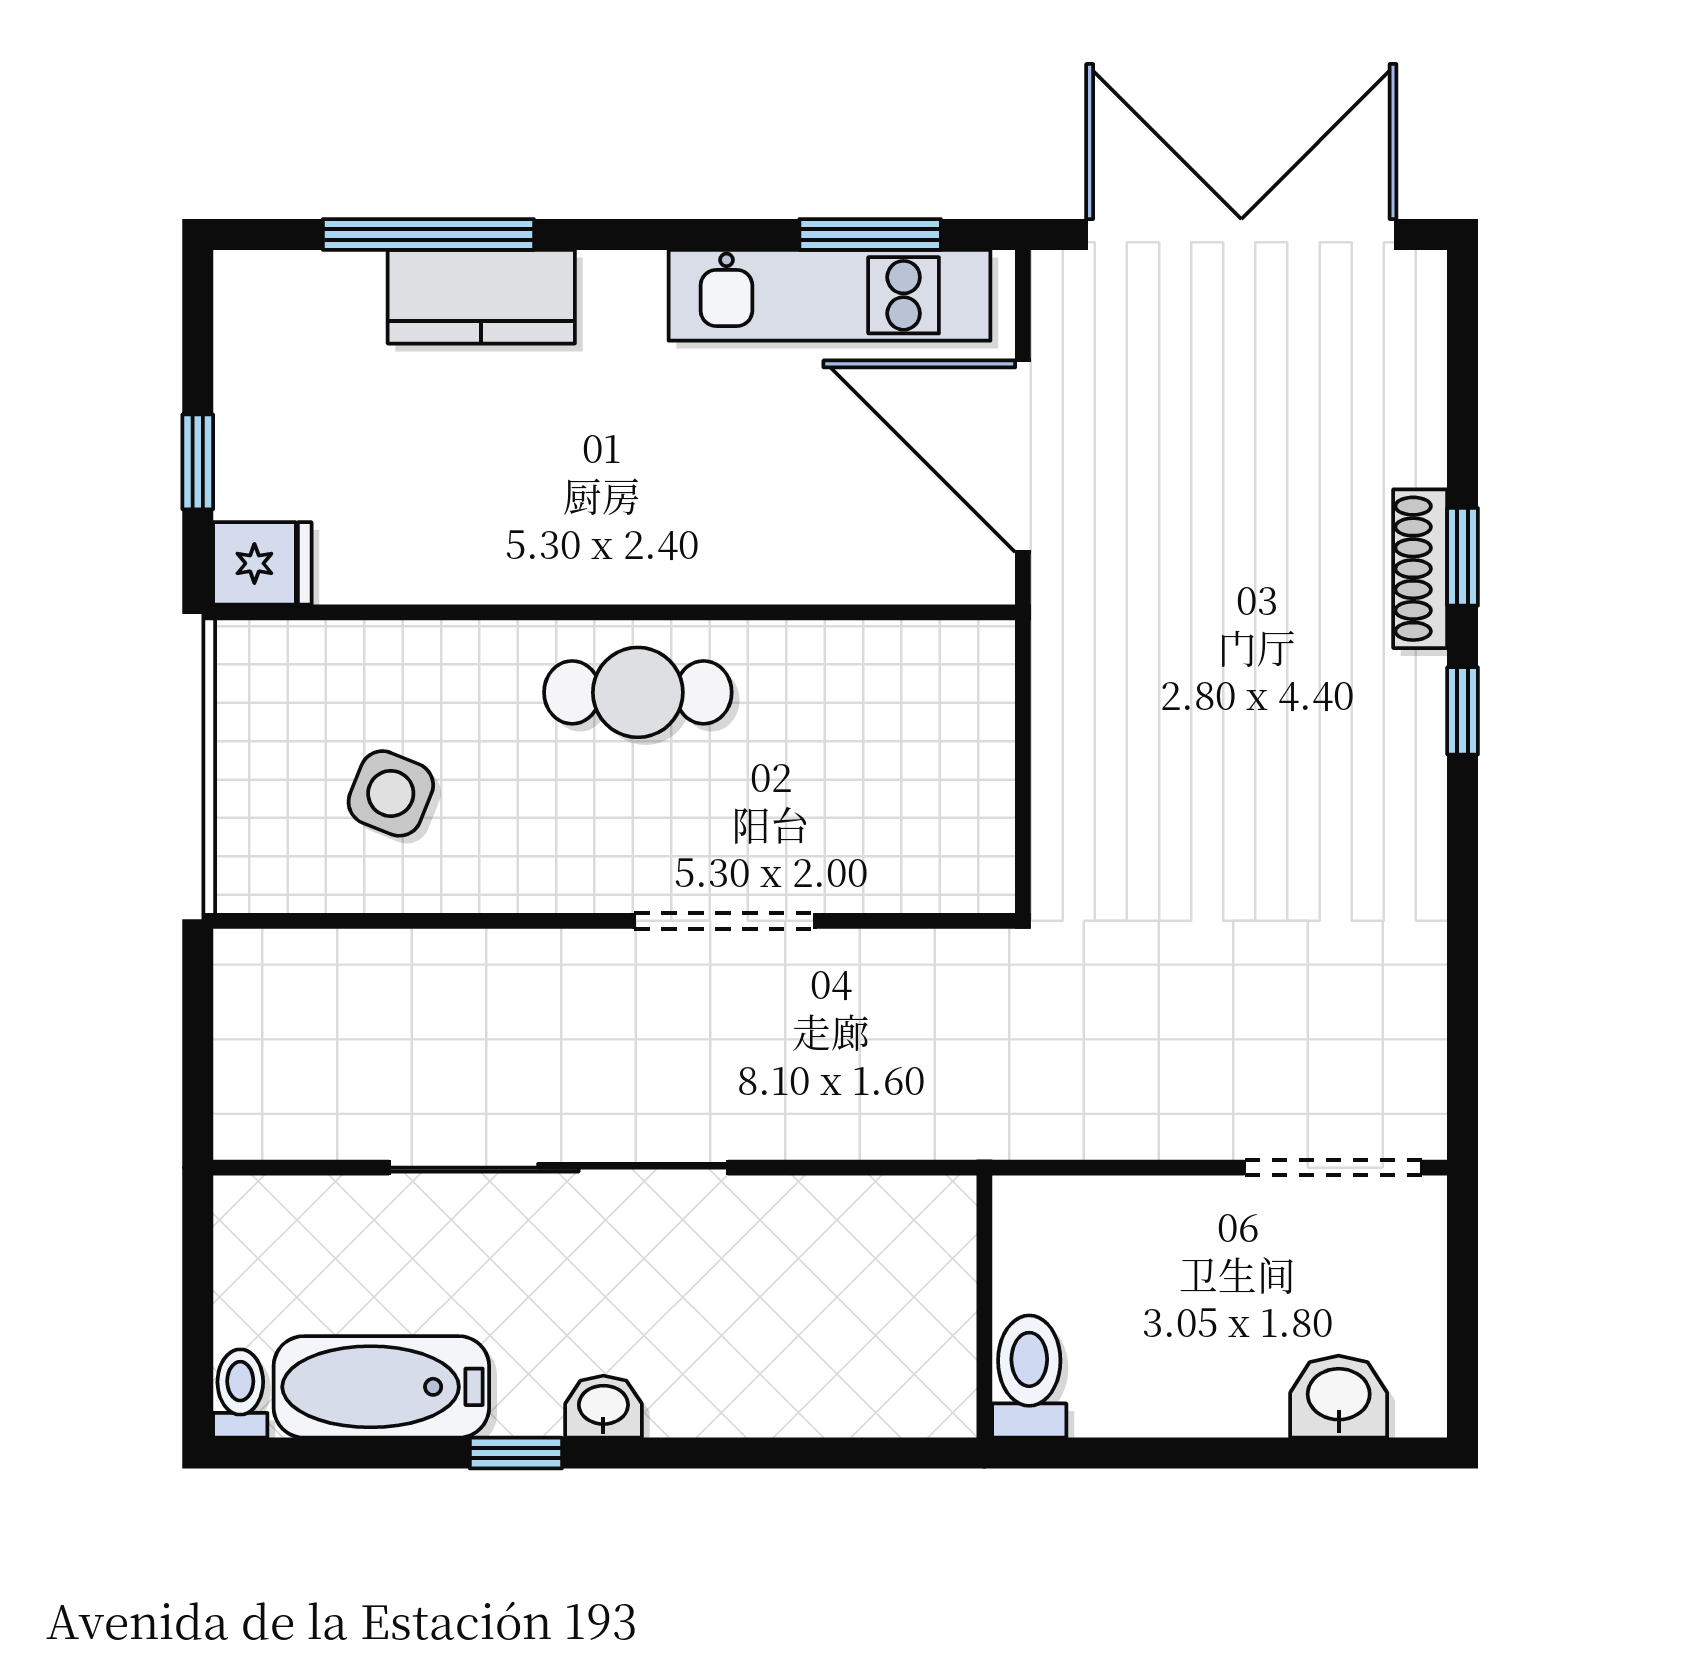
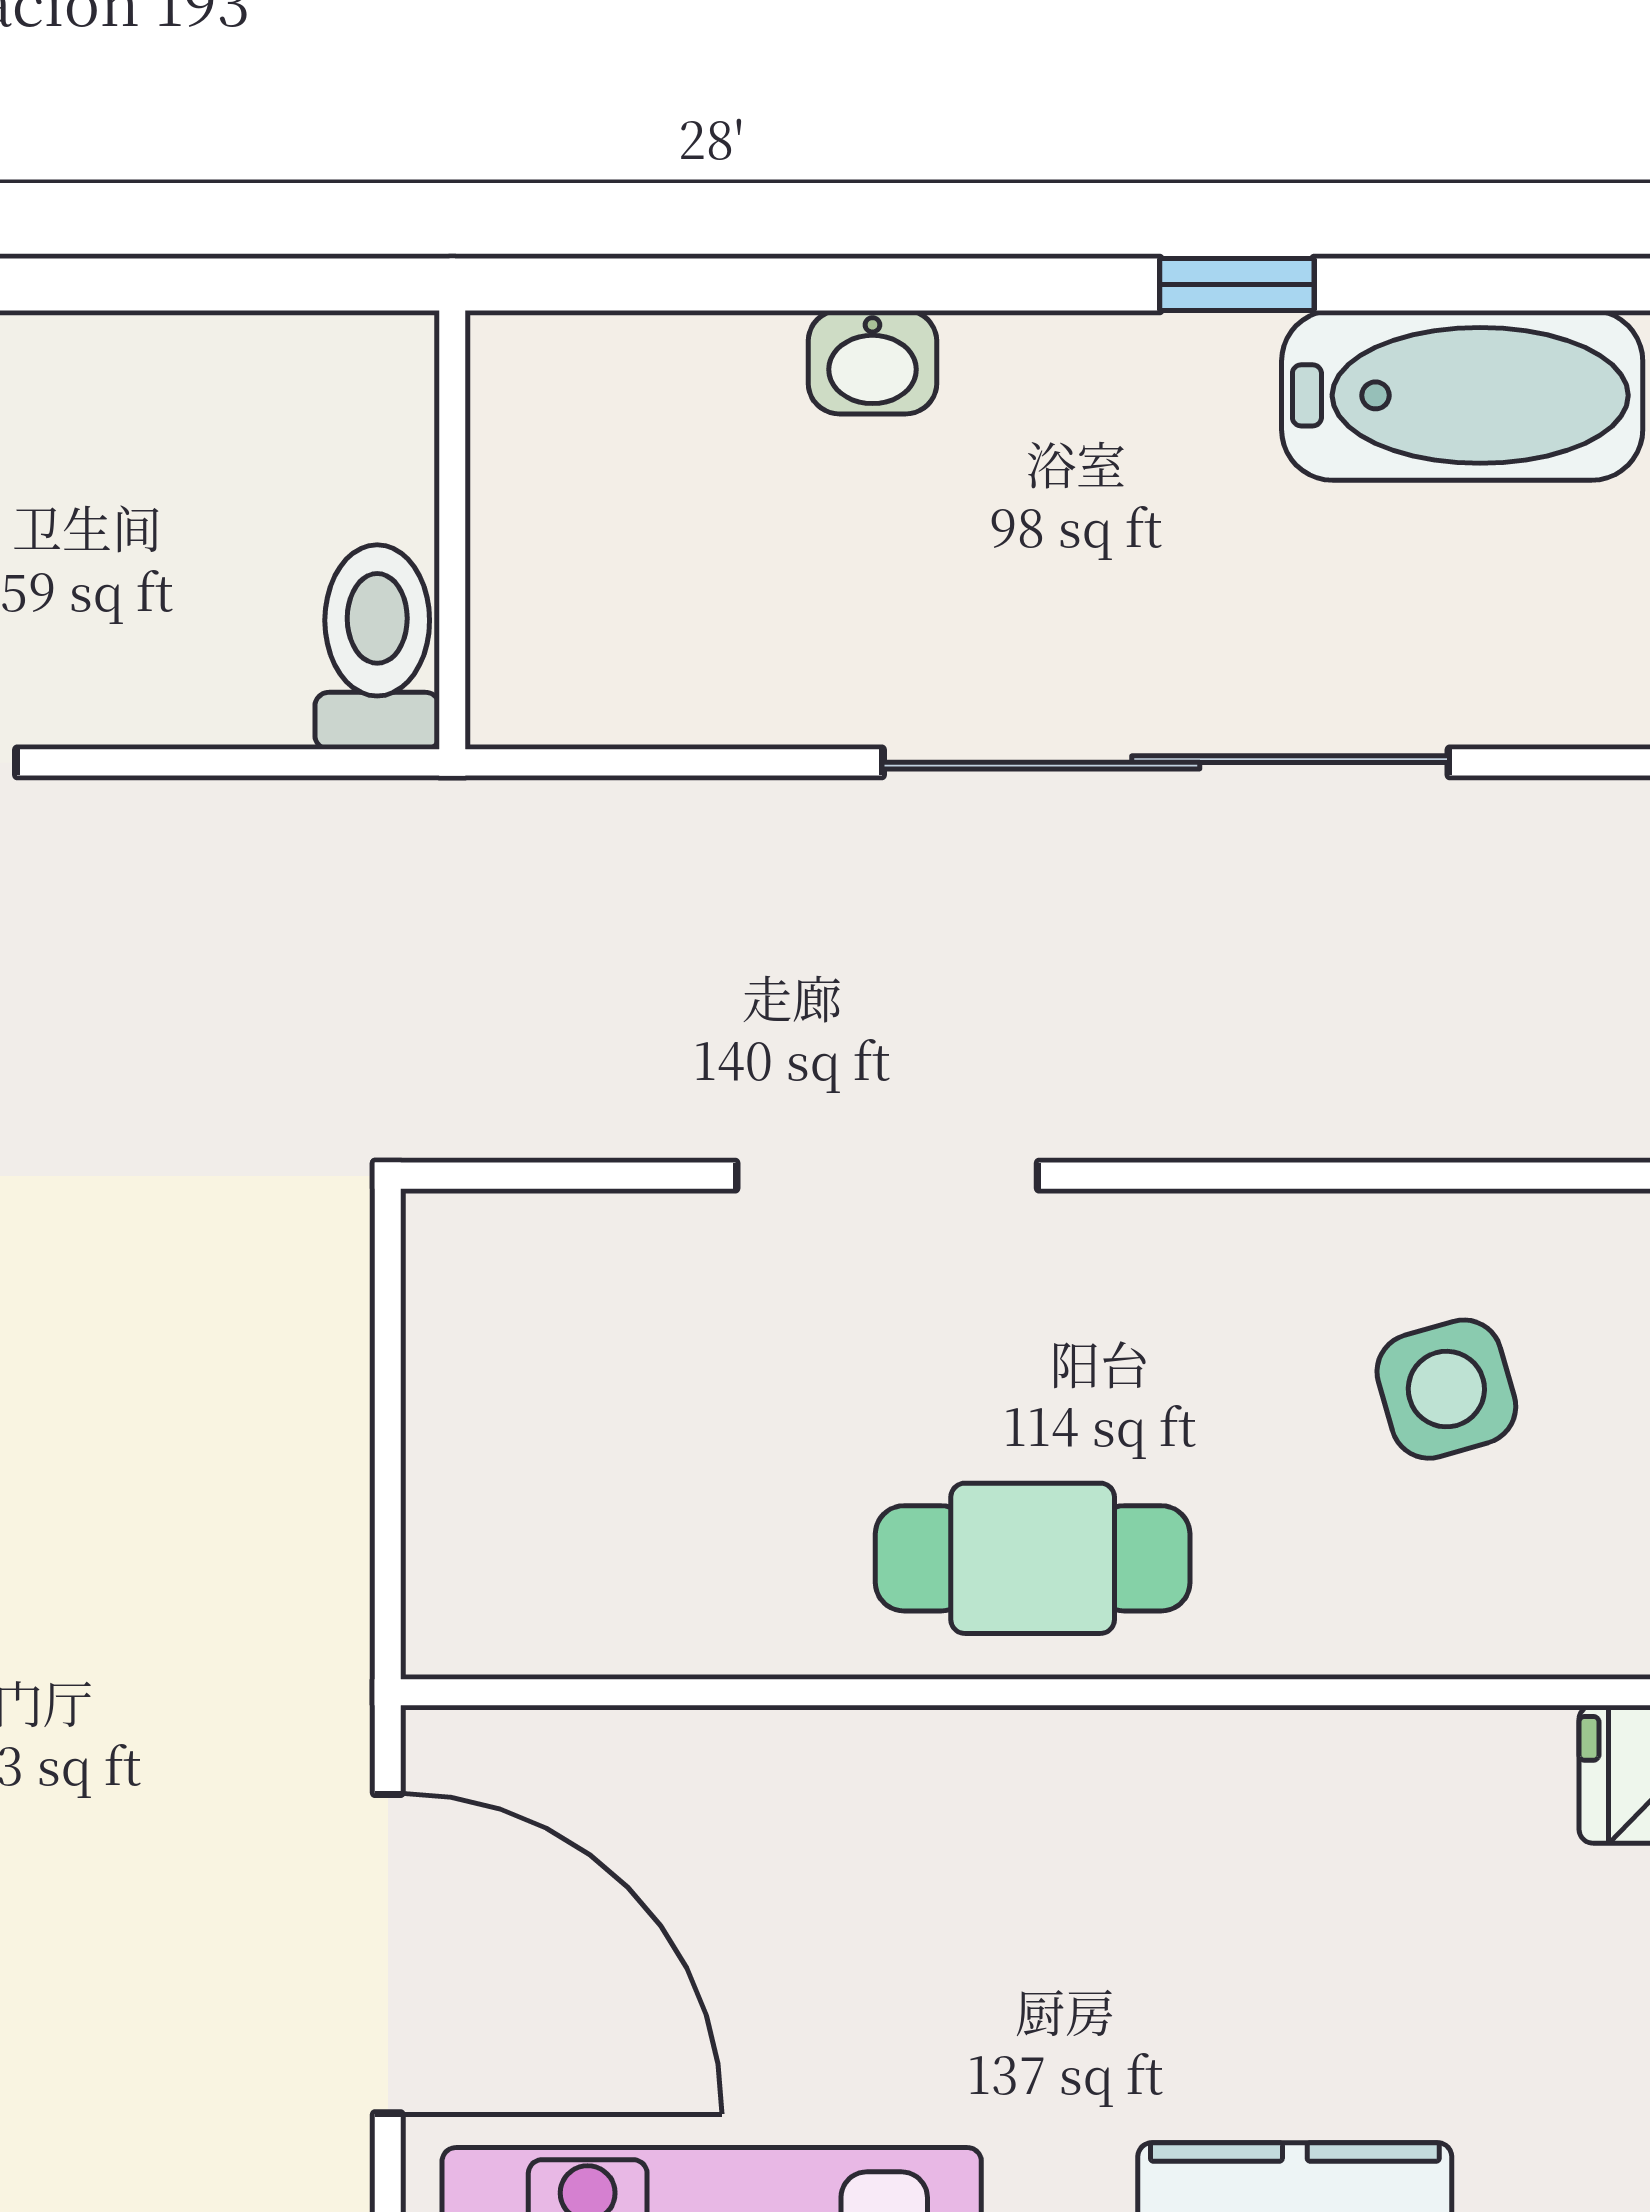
side table: (391, 793) -> (1446, 1389), turned -38
toilet: (1029, 1377) -> (377, 647), moved, turned 180
washbasin: (603, 1407) -> (872, 362), moved

